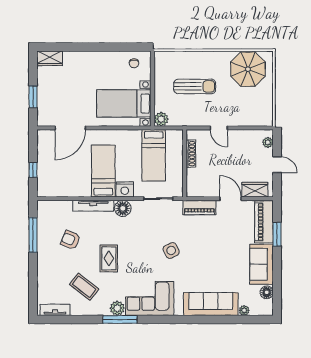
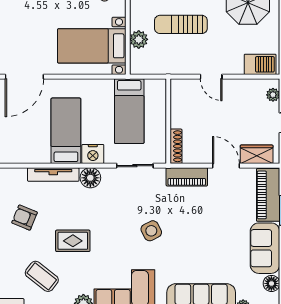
sun lounger: (195, 86) -> (181, 24), turned 180
barbecue: (258, 118) -> (260, 64), added
plant: (161, 119) -> (139, 39), moved
shoe rack: (191, 154) -> (176, 146), moved
rug: (109, 258) -> (73, 241), turned 90

